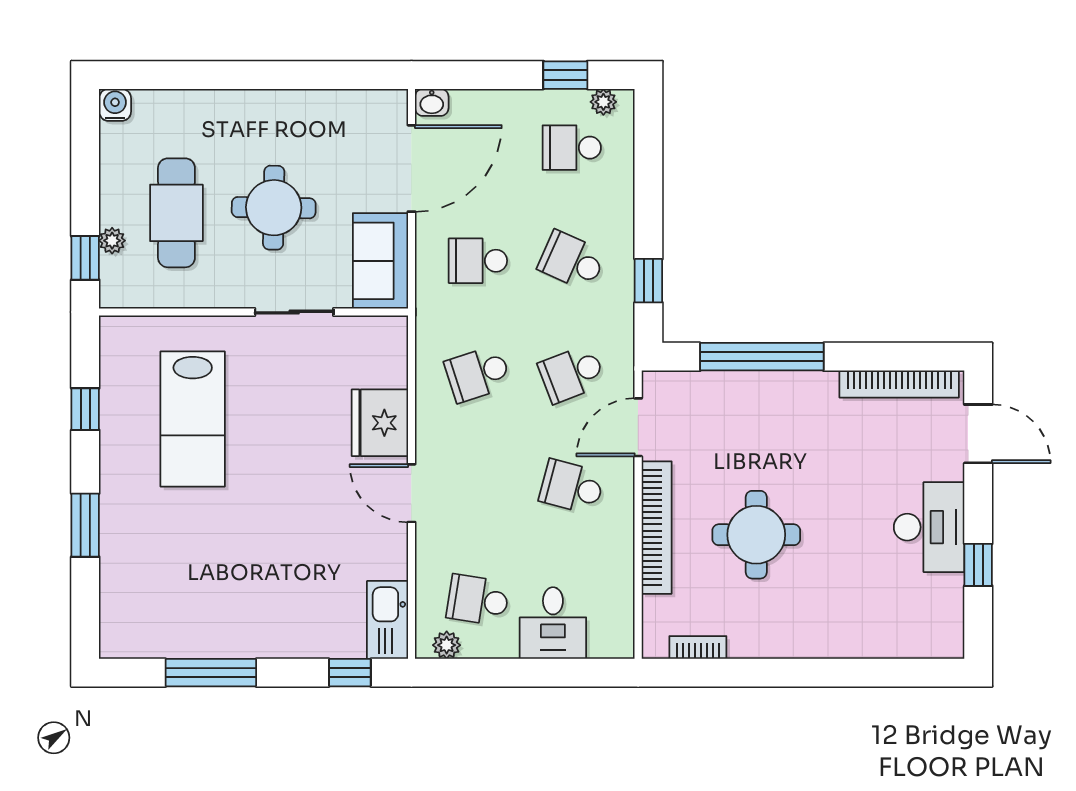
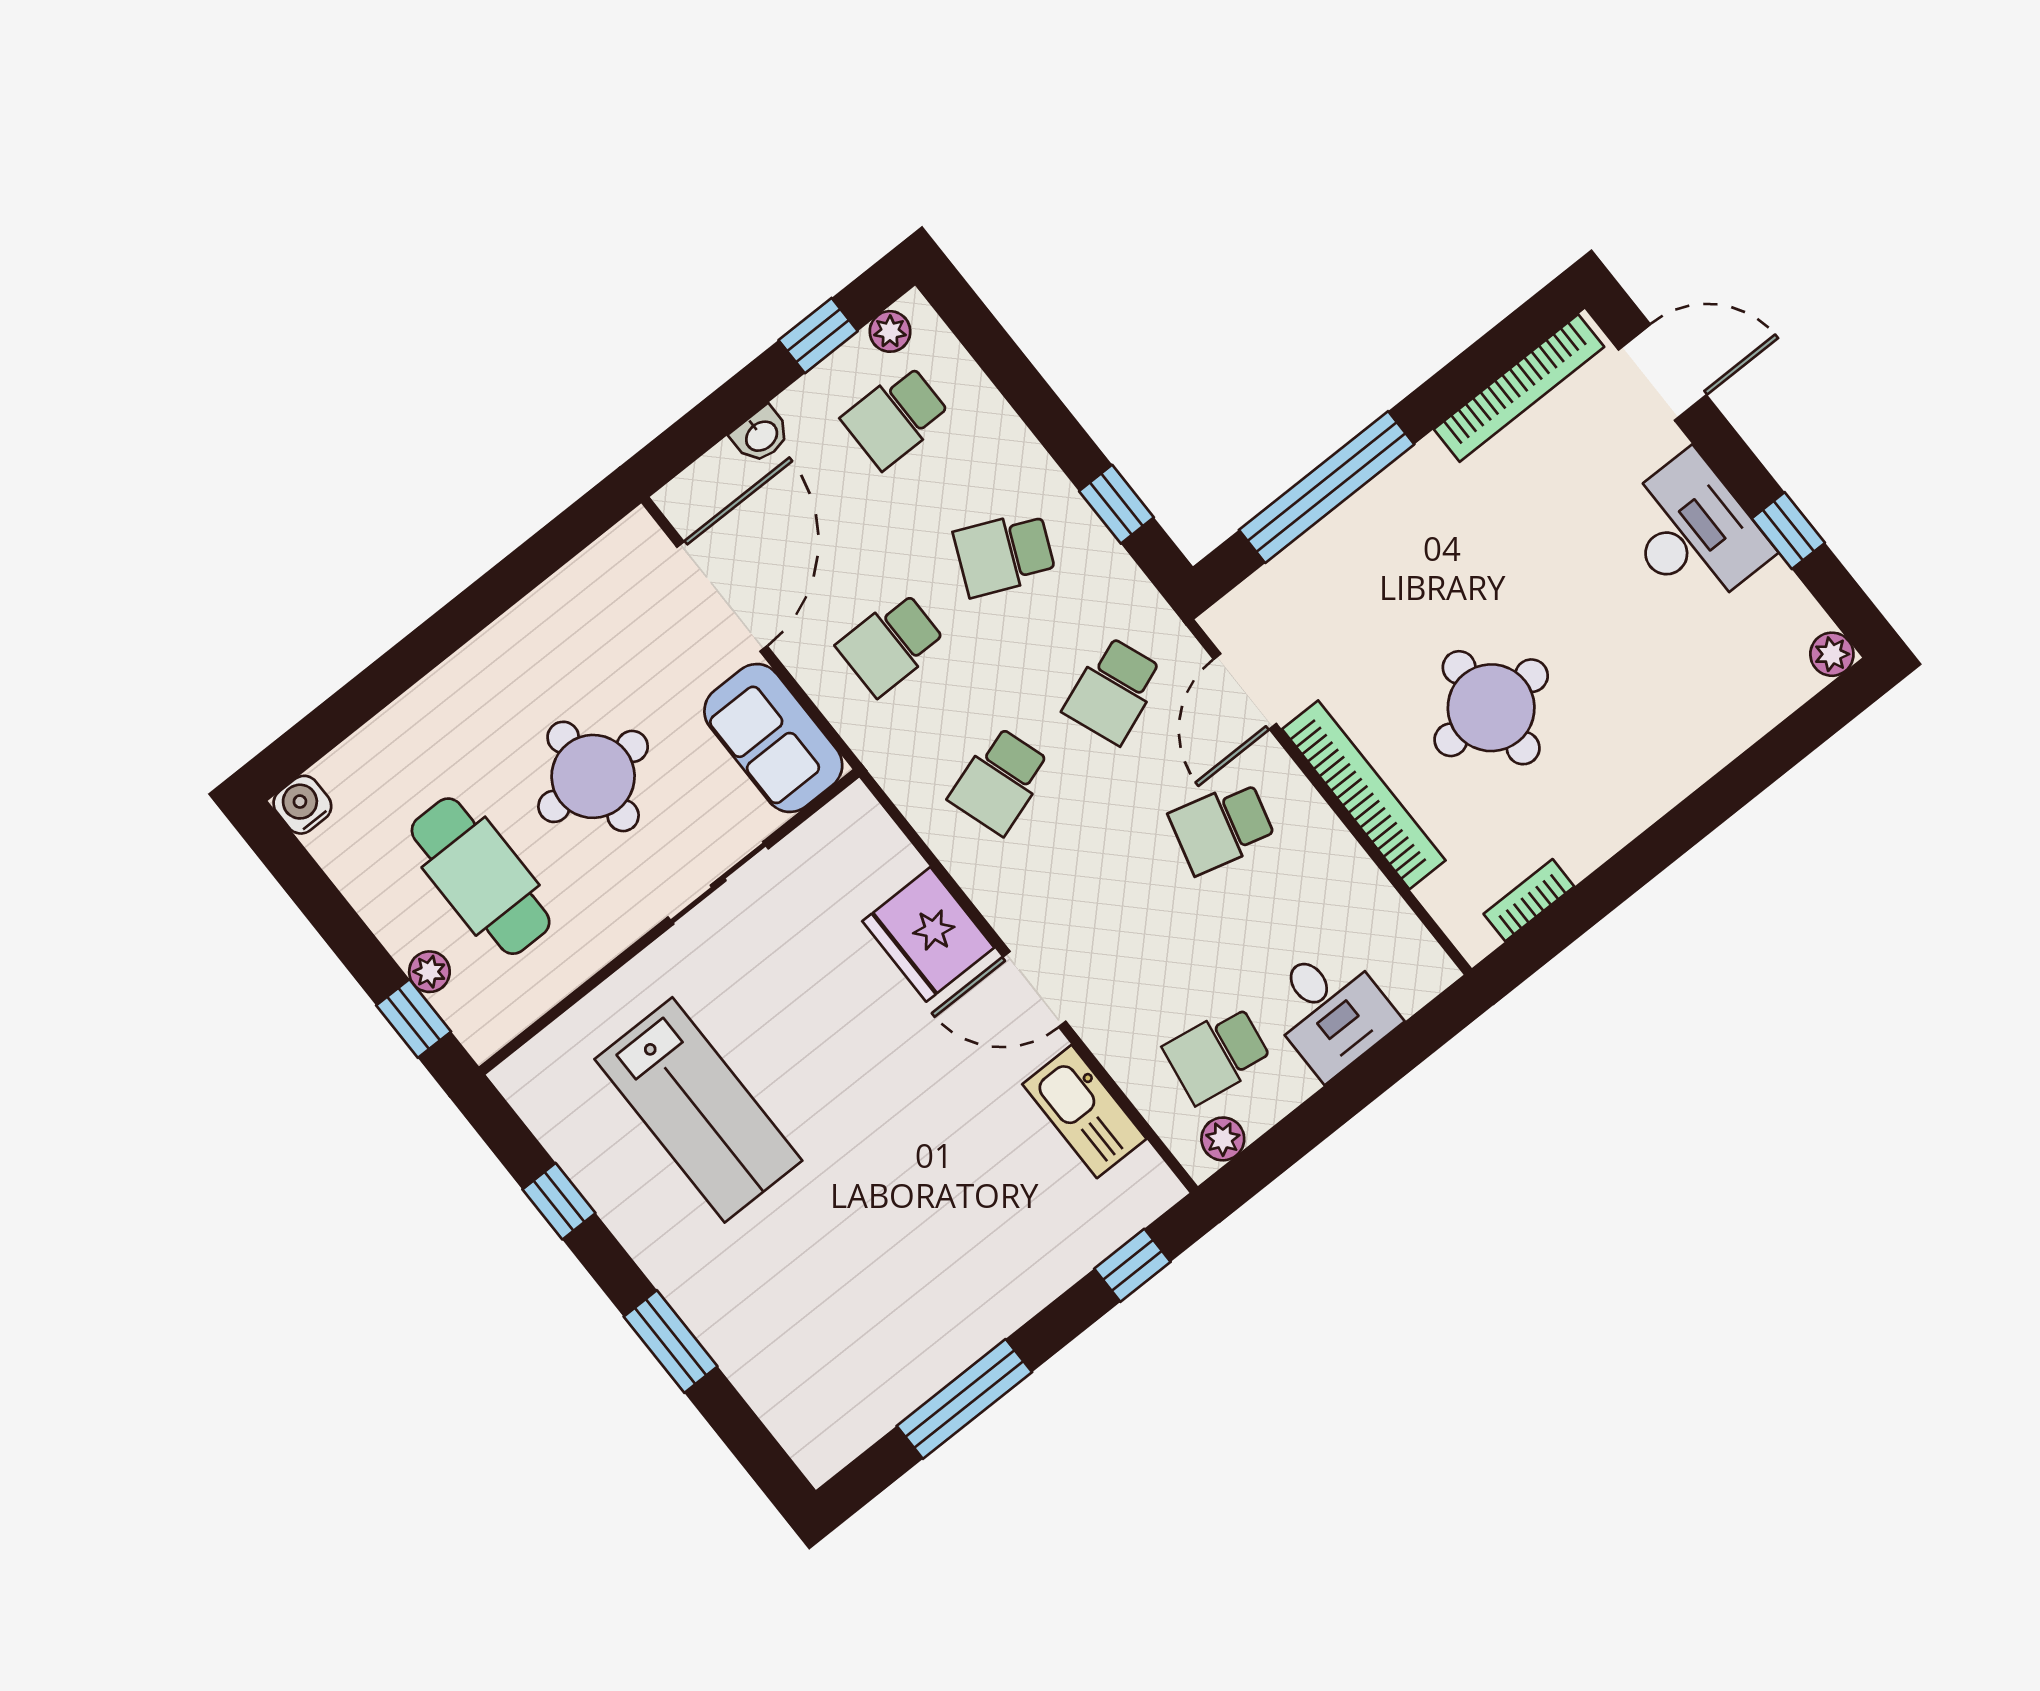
washbasin: (432, 102) -> (761, 435), moved
kitchen sink: (388, 620) -> (1084, 1111), moved
plant: (950, 645) -> (1832, 654), added

